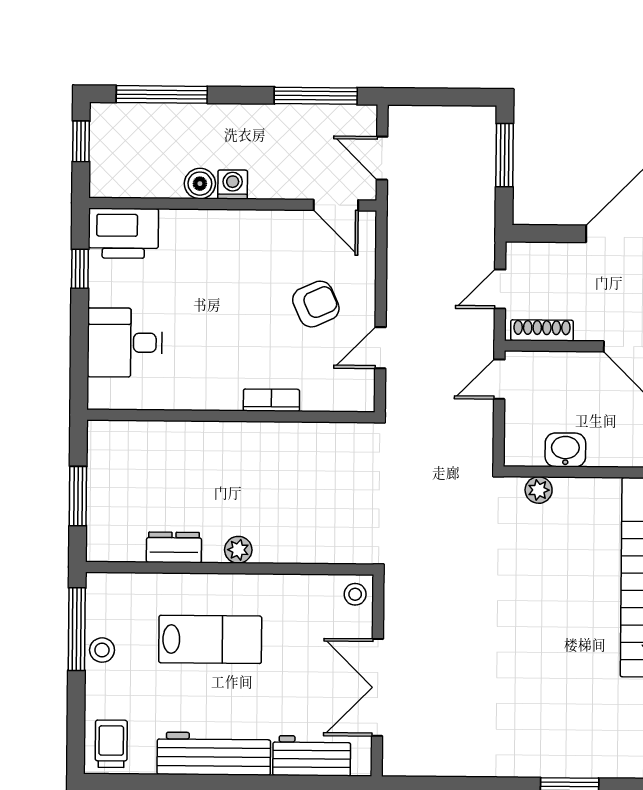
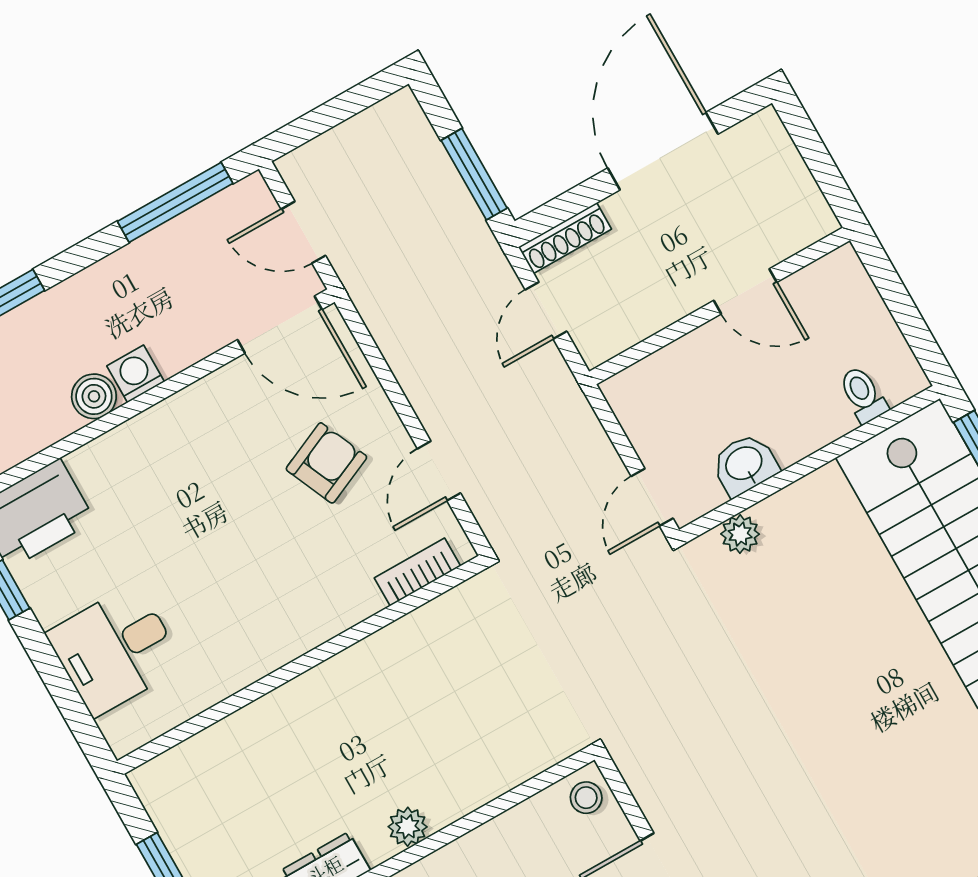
window: (505, 155) -> (474, 174), moved
door: (336, 205) -> (280, 325), width x1.38
shoe rack: (542, 330) -> (565, 238), moved, turned 180
door: (499, 379) -> (652, 497), moved
bookcase: (271, 400) -> (417, 572), moved

